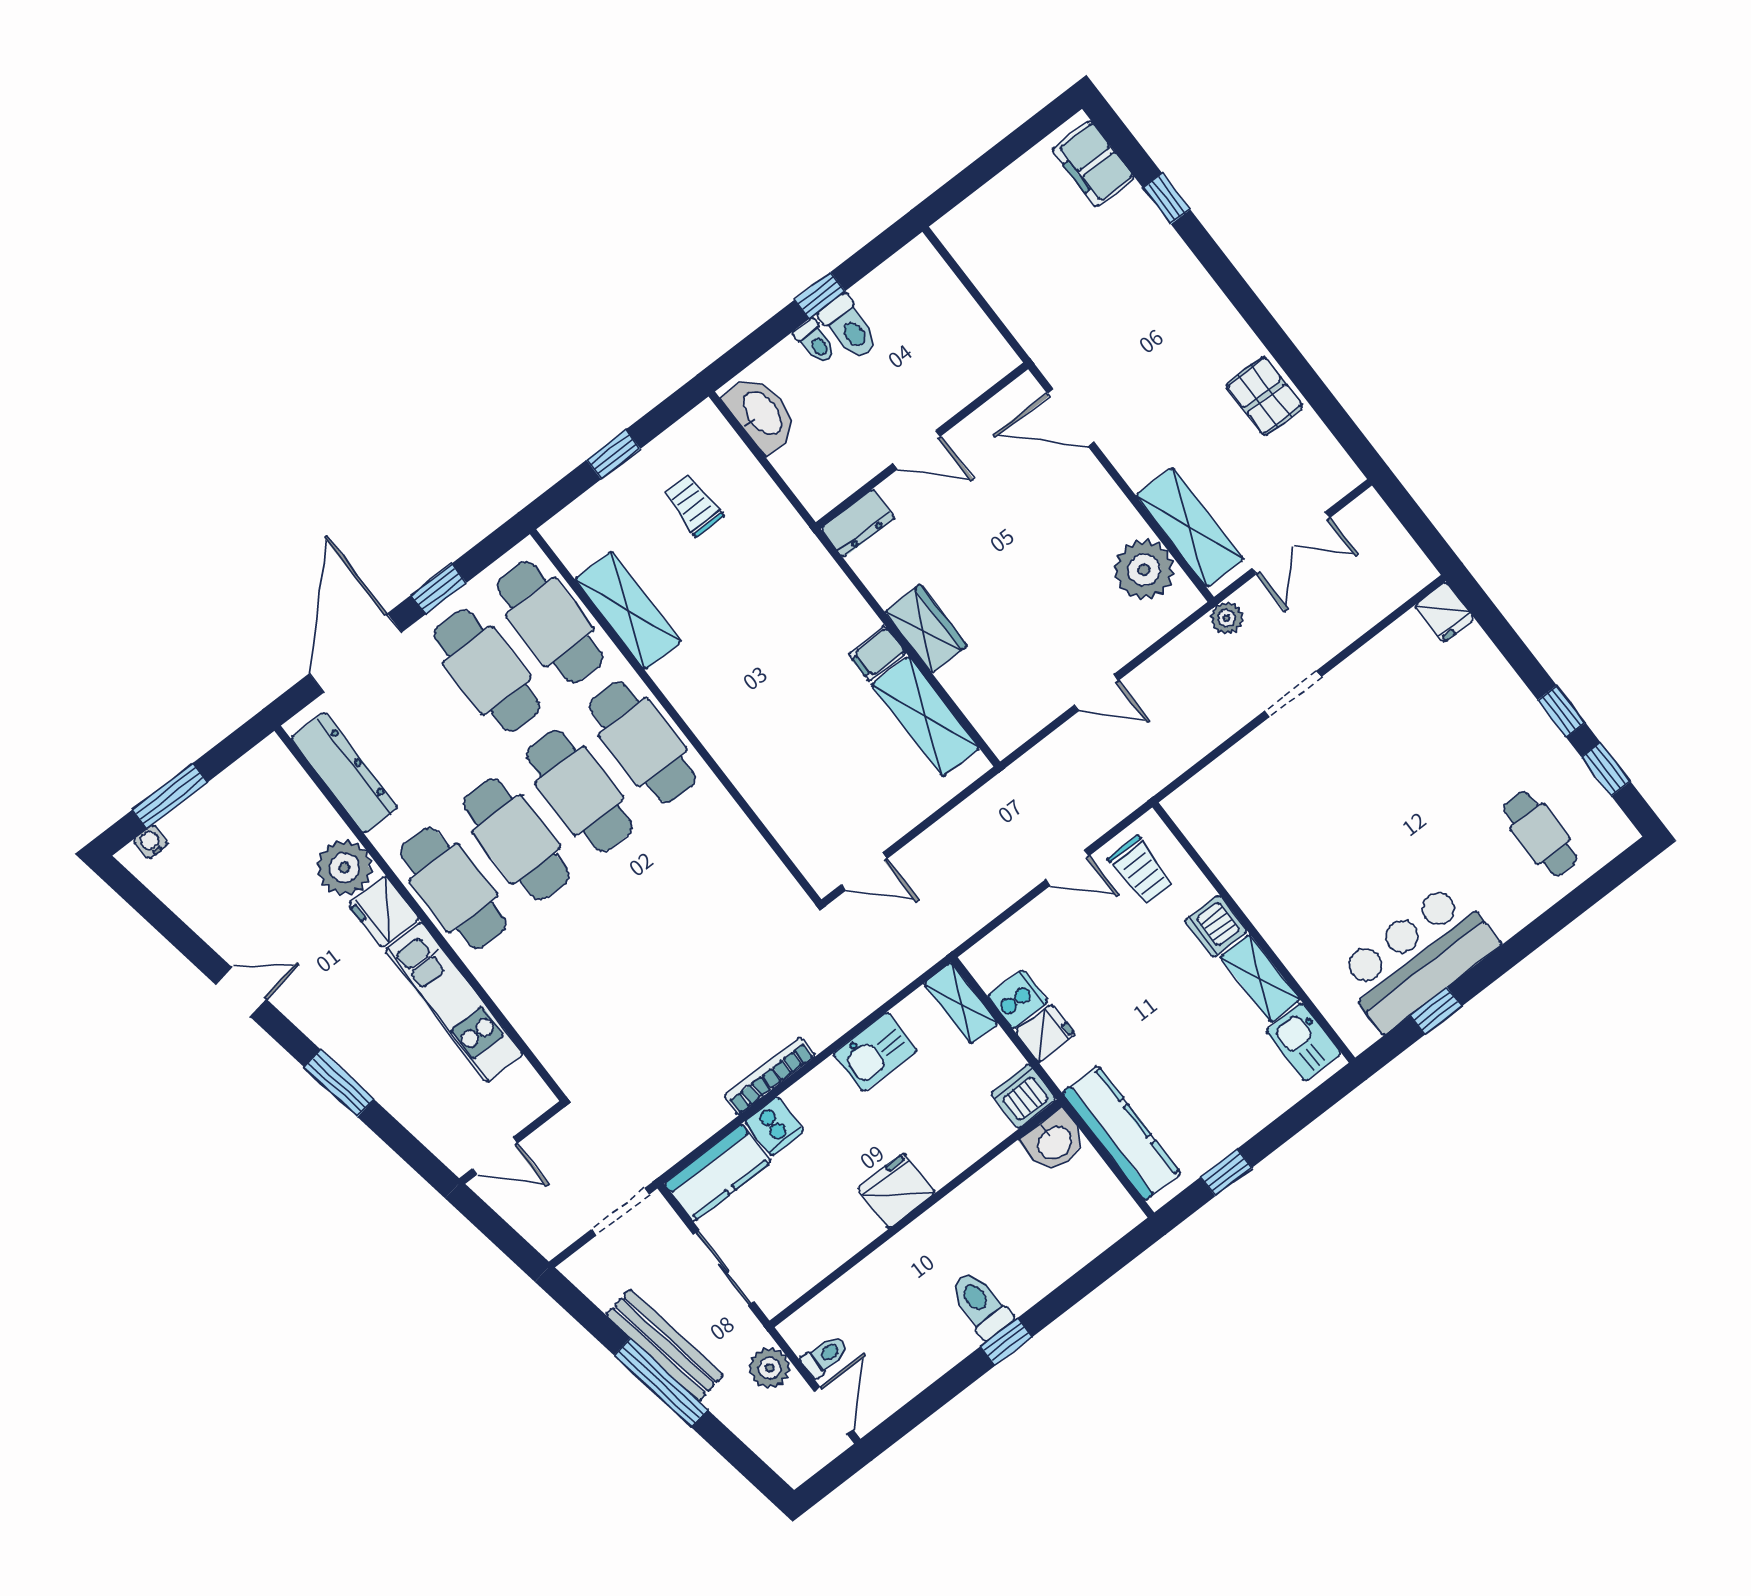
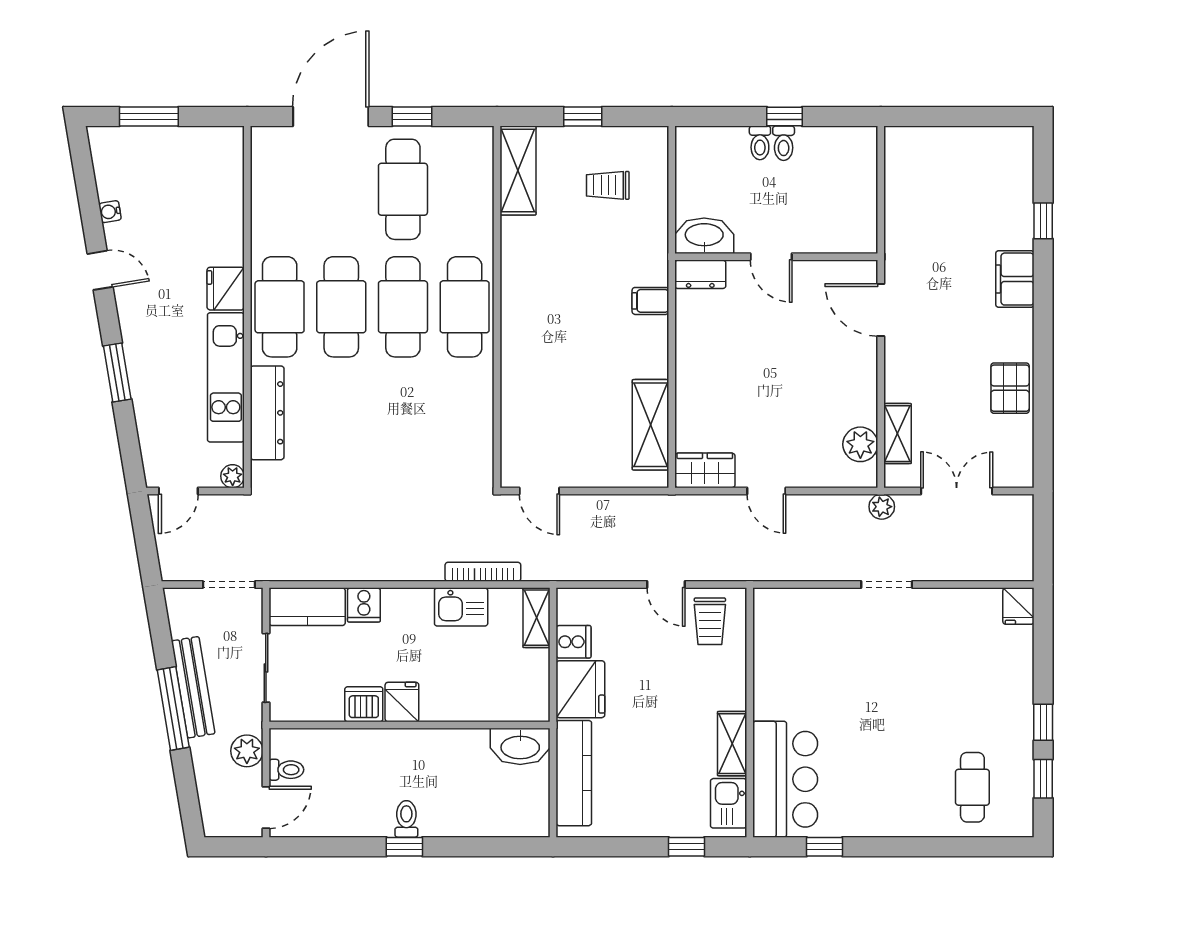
filing cabinet: (1093, 164) -> (1015, 279), moved
toilet: (849, 327) -> (784, 143), width x0.73, depth x0.72
washbasin: (761, 414) -> (704, 236), moved, turned -90
trolley: (693, 505) -> (608, 185), turned -90
shelving: (1190, 527) -> (898, 434), width x0.67, depth x0.75
double door: (1291, 543) -> (957, 491), swing flipped
plant: (1144, 570) -> (860, 444), width x0.73, depth x0.73
shelving: (628, 611) -> (518, 171), moved
cafe table: (550, 622) -> (465, 189), removed
wardrobe: (926, 629) -> (705, 470), moved, turned -90
filing cabinet: (877, 654) -> (650, 301), moved
dresser: (344, 773) -> (267, 413), moved
water cooler: (151, 842) -> (110, 212), moved, turned -99
plant: (344, 868) -> (233, 476), moved, width x0.53, depth x0.53
dishwasher: (1216, 926) -> (730, 691), removed
bar counter: (1418, 957) -> (785, 779), moved, turned 90
fridge: (1045, 1033) -> (580, 689), width x1.88, depth x1.34
bookcase: (770, 1076) -> (483, 572), moved
dishwasher: (1024, 1096) -> (364, 704), moved
washbasin: (1054, 1141) -> (520, 746), width x1.38
door: (495, 1156) -> (178, 491), hinge flipped
window: (1226, 1172) -> (686, 847), moved
fridge: (896, 1191) -> (402, 702), width x0.72
toilet: (981, 1305) -> (406, 819), width x0.73, depth x0.72

